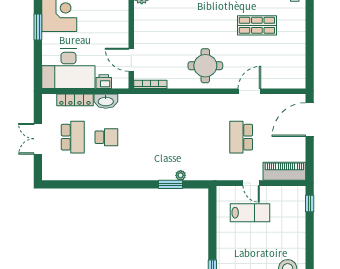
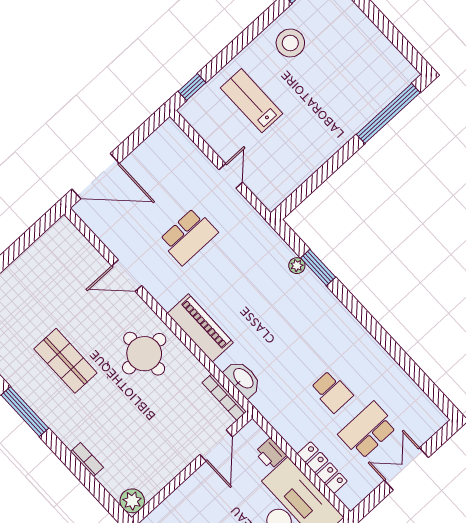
shop shelf: (257, 25) -> (65, 361), moved
washbasin: (106, 101) -> (243, 379), moved
school desk: (106, 137) -> (332, 392), turned 180
double door: (38, 139) -> (406, 469), swing flipped
piano: (284, 171) -> (200, 328), moved, turned 180
lab bench: (250, 213) -> (252, 101), moved

